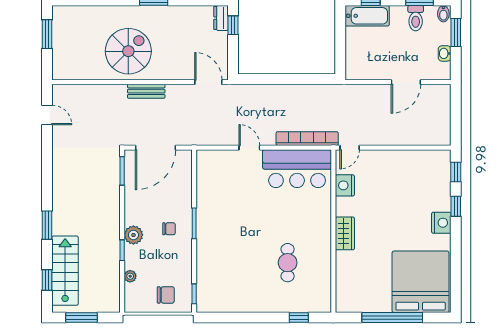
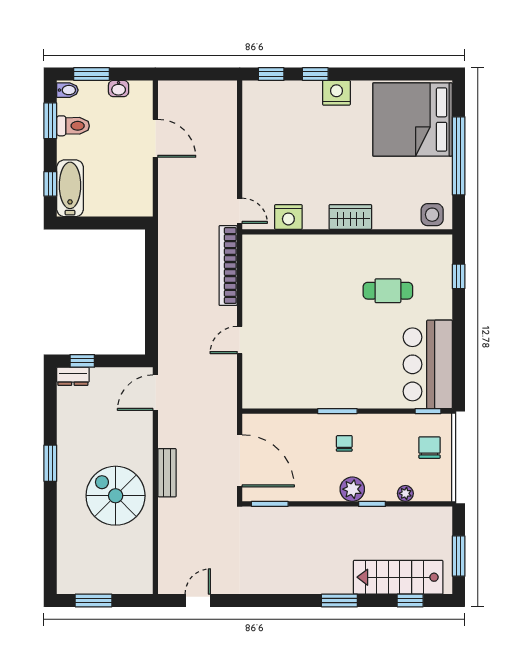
bar counter: (297, 169) -> (428, 364), moved, turned 180
side table: (347, 297) -> (432, 215), added

